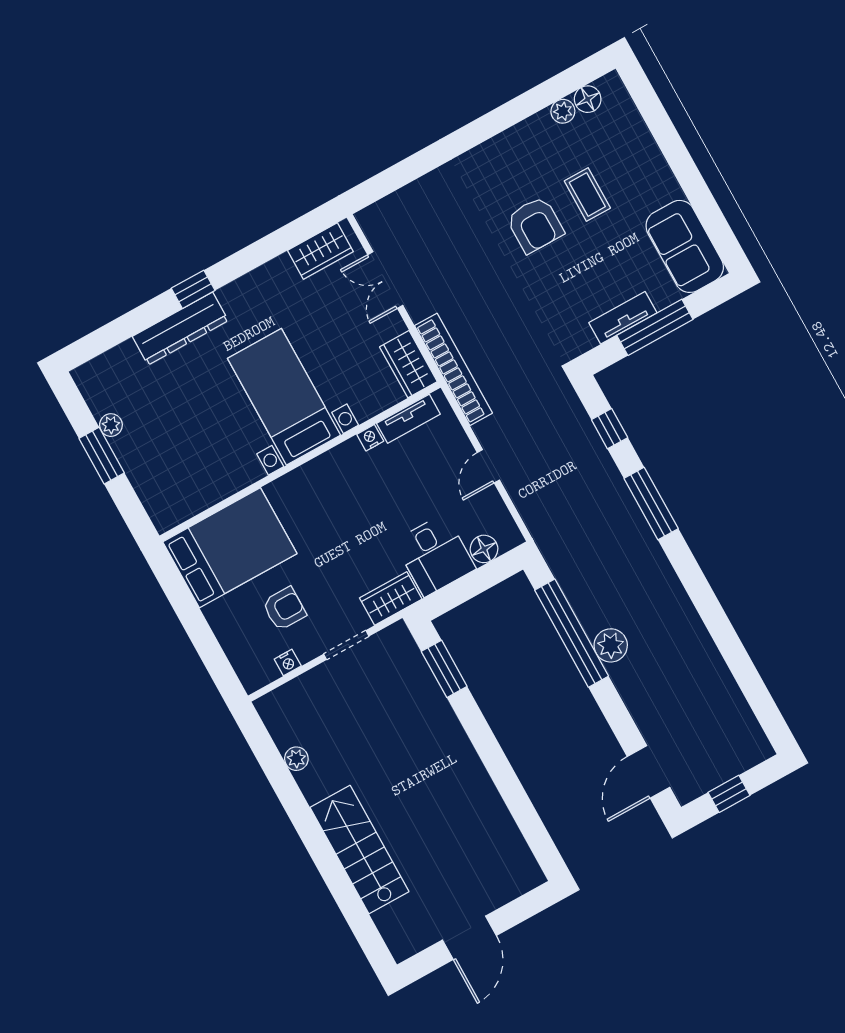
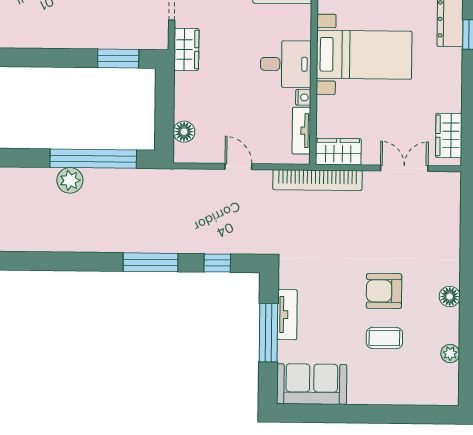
floor lamp: (588, 99) -> (450, 297), moved
desk: (435, 555) -> (286, 64), moved, turned 180

